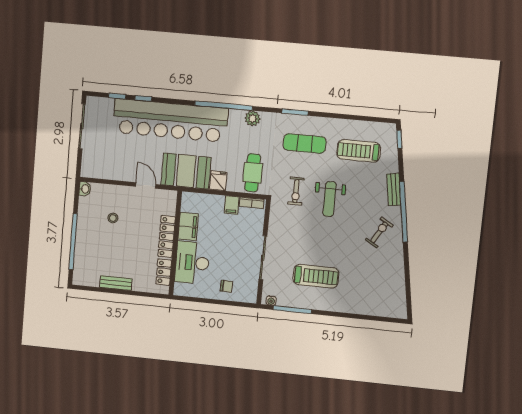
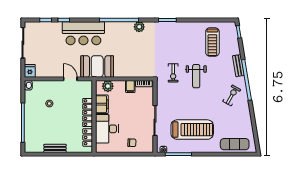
bar counter: (170, 120) -> (83, 33), width x0.54
exercise mat: (305, 143) -> (235, 144), moved
treadmill: (359, 151) -> (212, 42), turned -90
cafe table: (253, 173) -> (143, 63), removed
fridge: (218, 181) -> (30, 71), moved
plant: (199, 201) -> (108, 86), added
treadmill: (316, 276) -> (192, 130), width x1.37, depth x1.38

